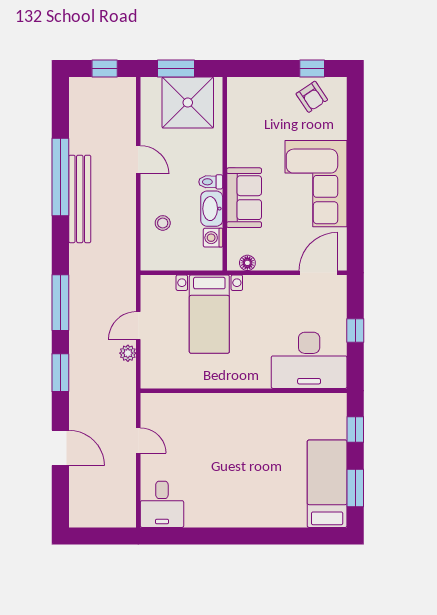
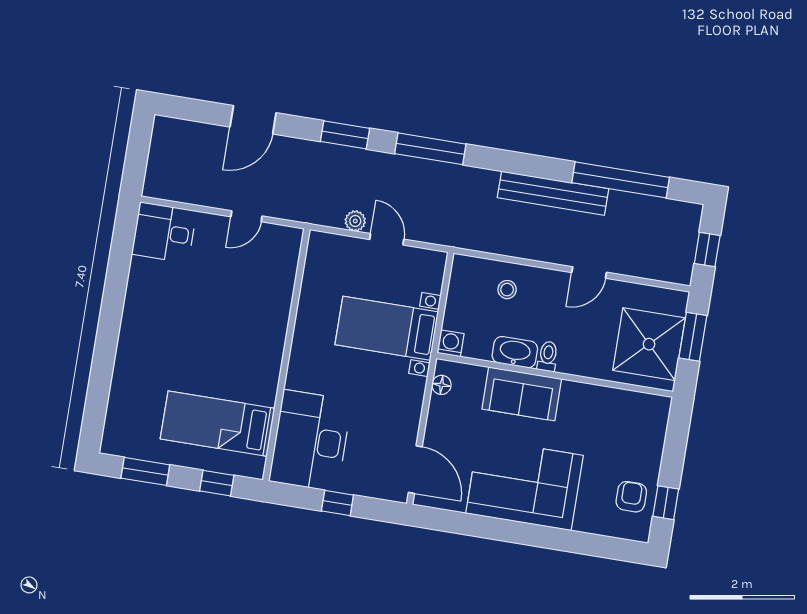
armchair: (312, 97) -> (631, 497), turned 124
window: (60, 177) -> (621, 180), moved
washing machine: (213, 238) -> (451, 343), moved
bed: (327, 484) -> (218, 424), moved, turned 180

